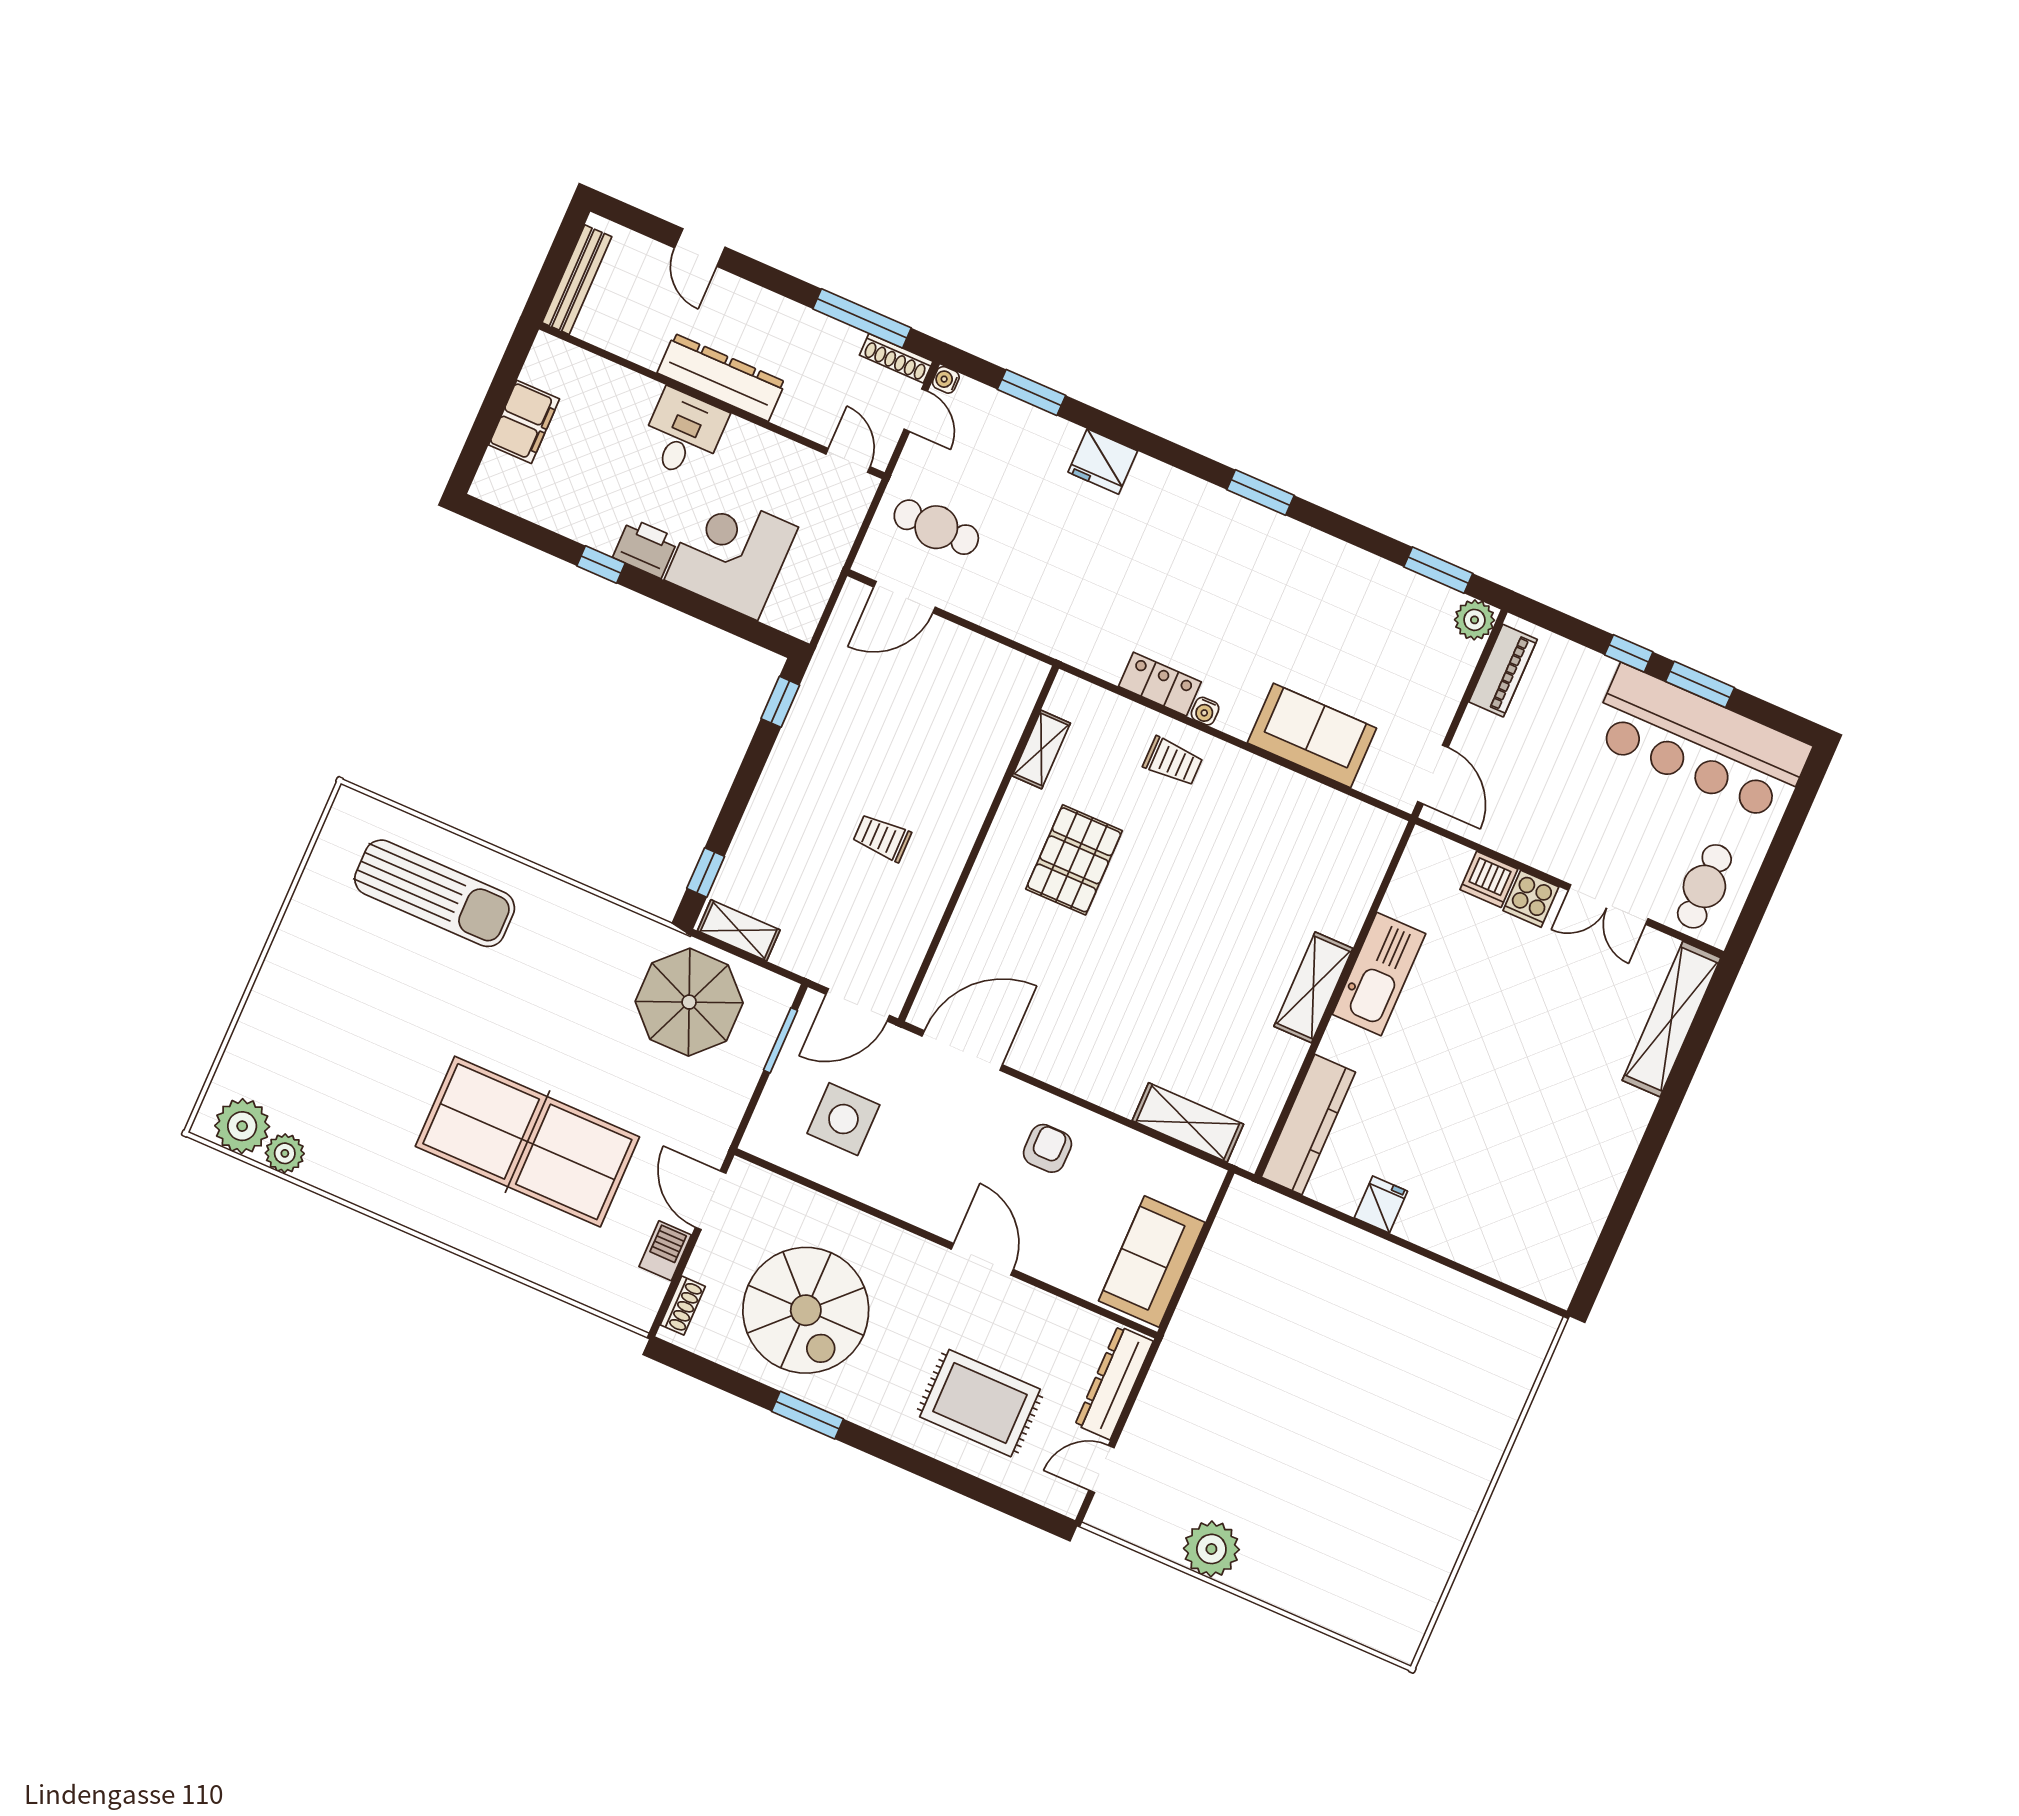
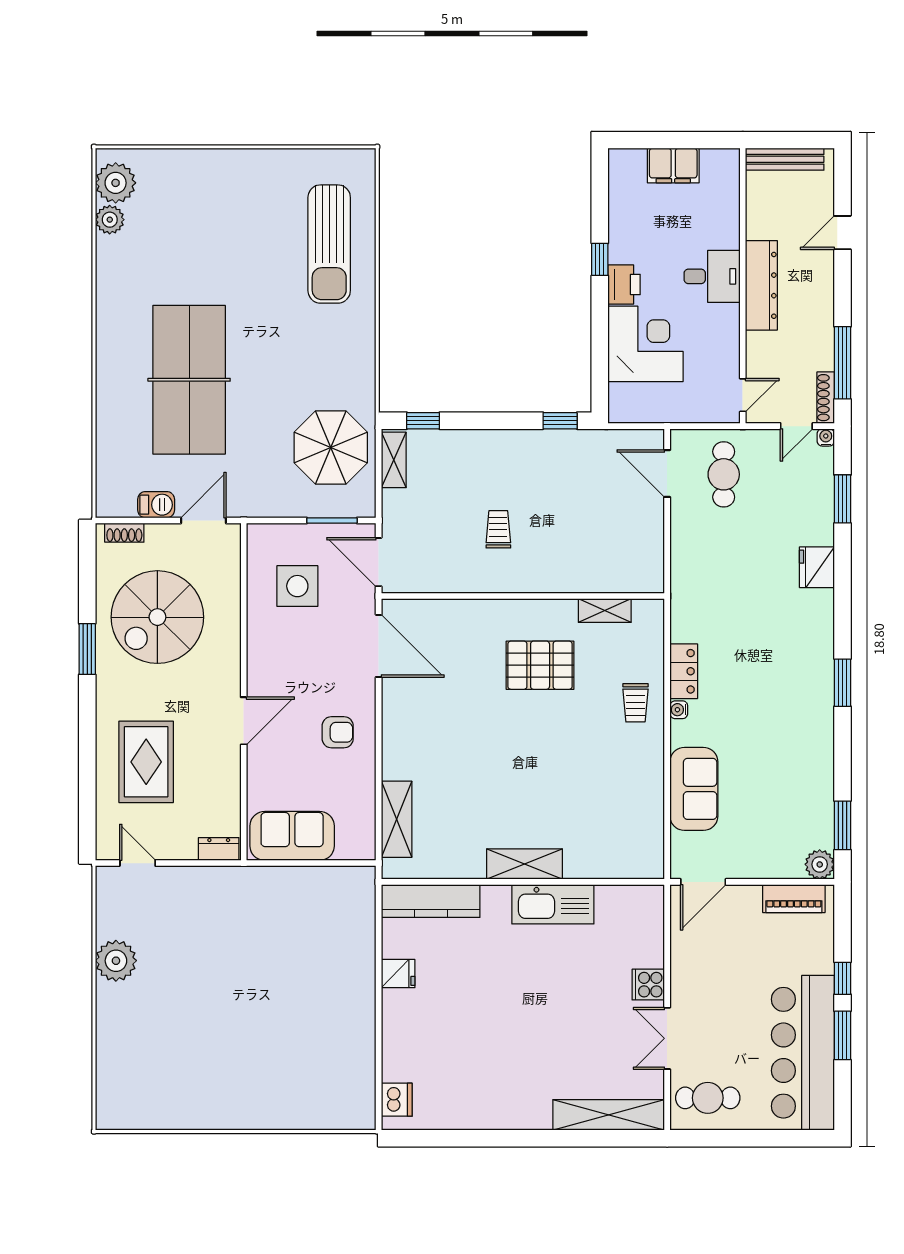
dishwasher: (1489, 879) -> (397, 1100), moved, turned 180
dresser: (1114, 1383) -> (219, 849), width x0.51, depth x0.80

